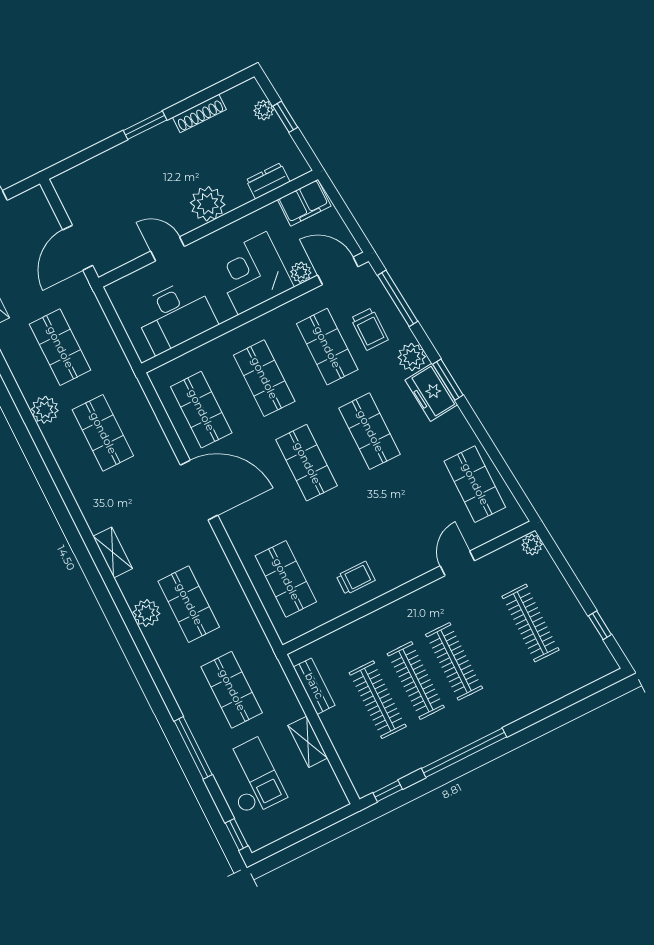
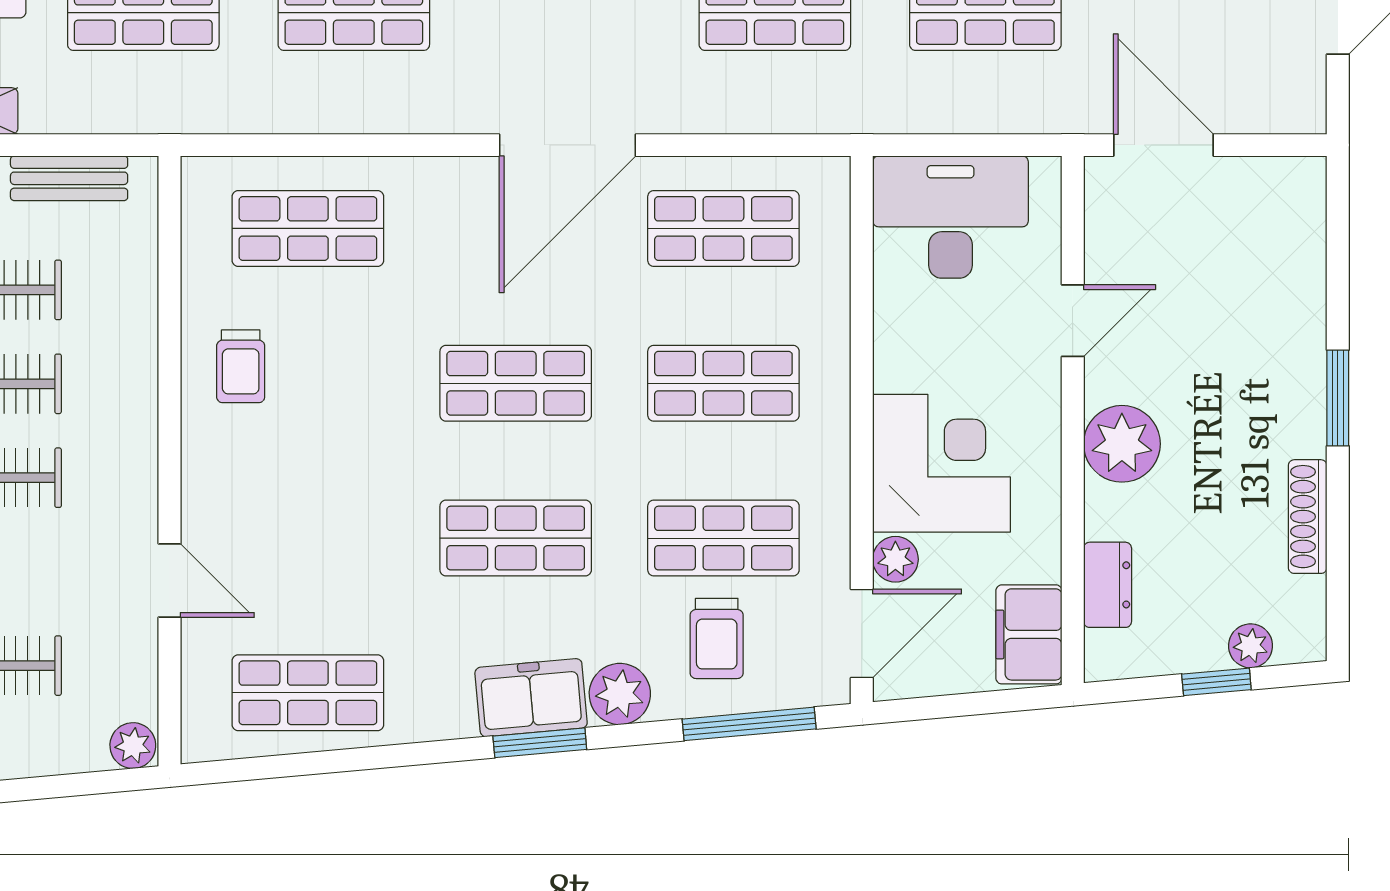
desk: (175, 316) -> (950, 217), moved, turned 90
trolley: (369, 329) -> (717, 638), turned -90

